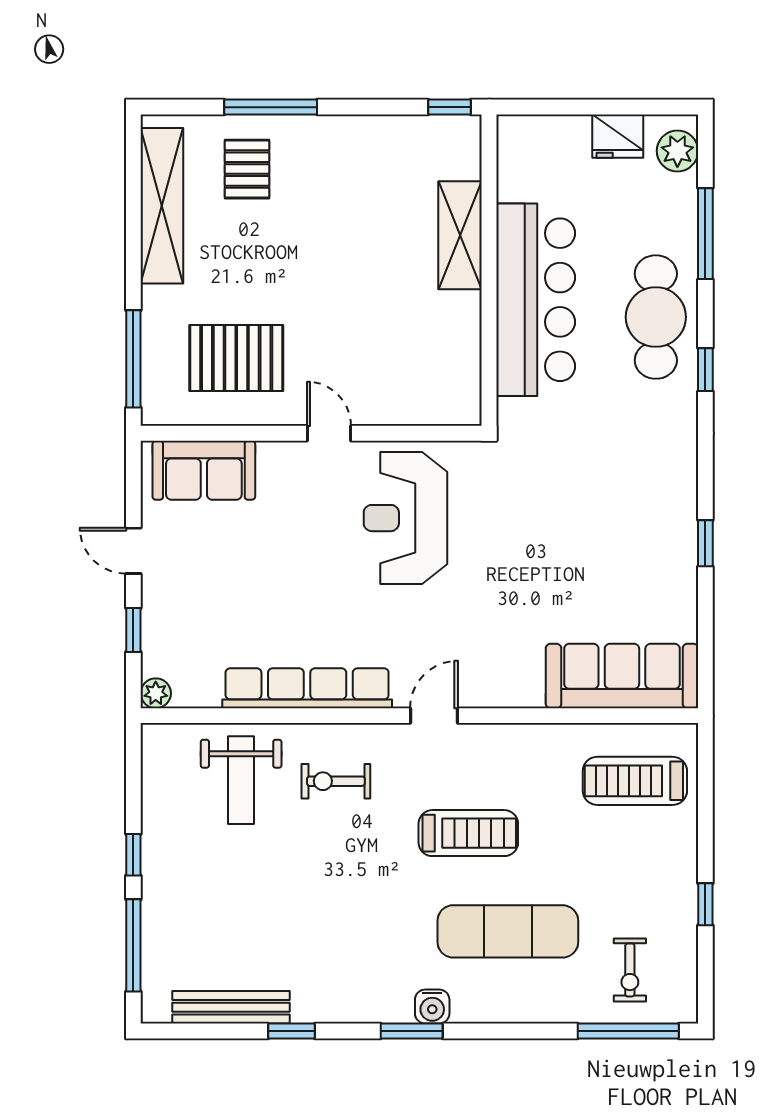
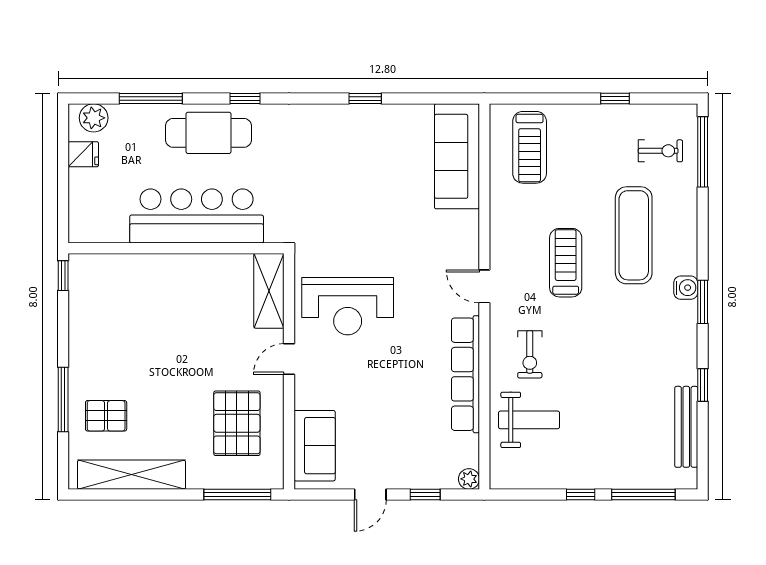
fridge: (618, 136) -> (83, 154), width x0.72
shelving: (460, 235) -> (269, 291), moved, turned 90

